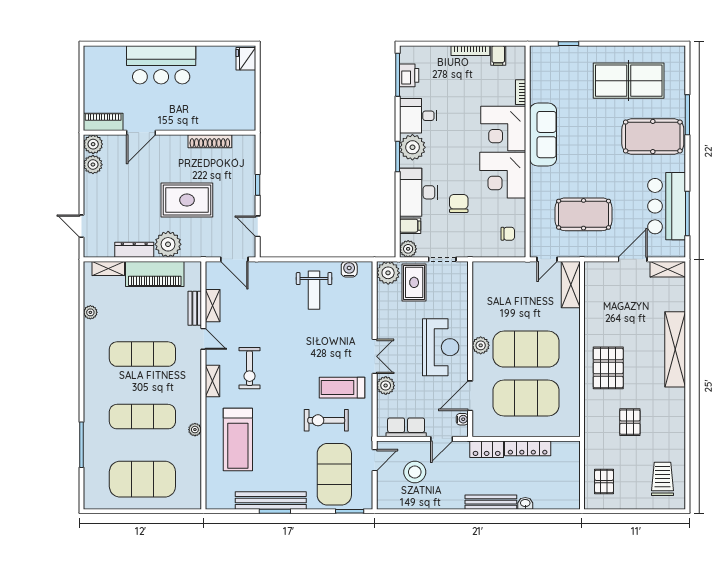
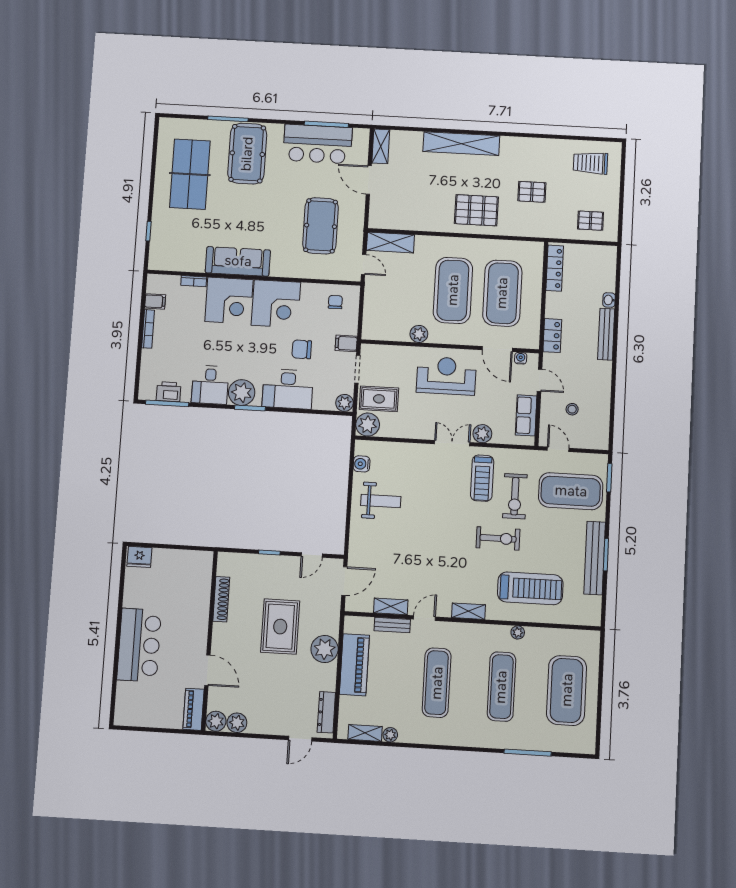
filing cabinet: (410, 226) -> (346, 343), moved, turned -90
dresser: (134, 250) -> (326, 712), moved
shelving: (108, 269) -> (365, 733), moved, turned 90
plant: (481, 345) -> (419, 334), moved
exercise bike: (250, 368) -> (498, 538), moved
locker: (528, 448) -> (555, 268), moved
stool: (415, 472) -> (572, 409), width x0.53, depth x0.53

